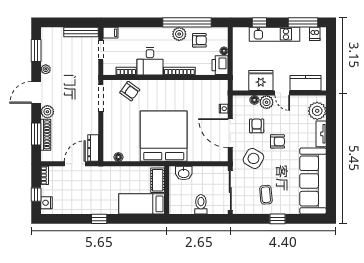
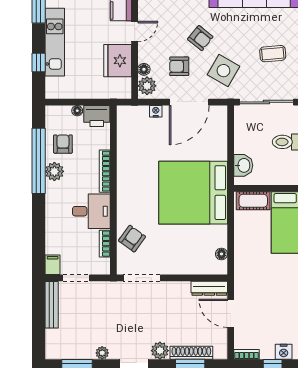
plant: (267, 102) -> (147, 86), moved
armchair: (277, 141) -> (200, 38), turned 129

